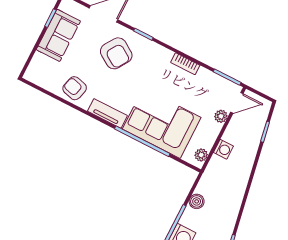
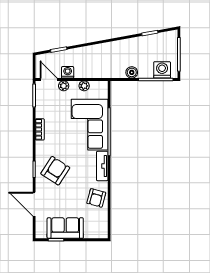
armchair: (116, 53) -> (55, 171), moved
washing machine: (223, 149) -> (68, 72), moved
plant: (201, 155) -> (84, 86), moved

